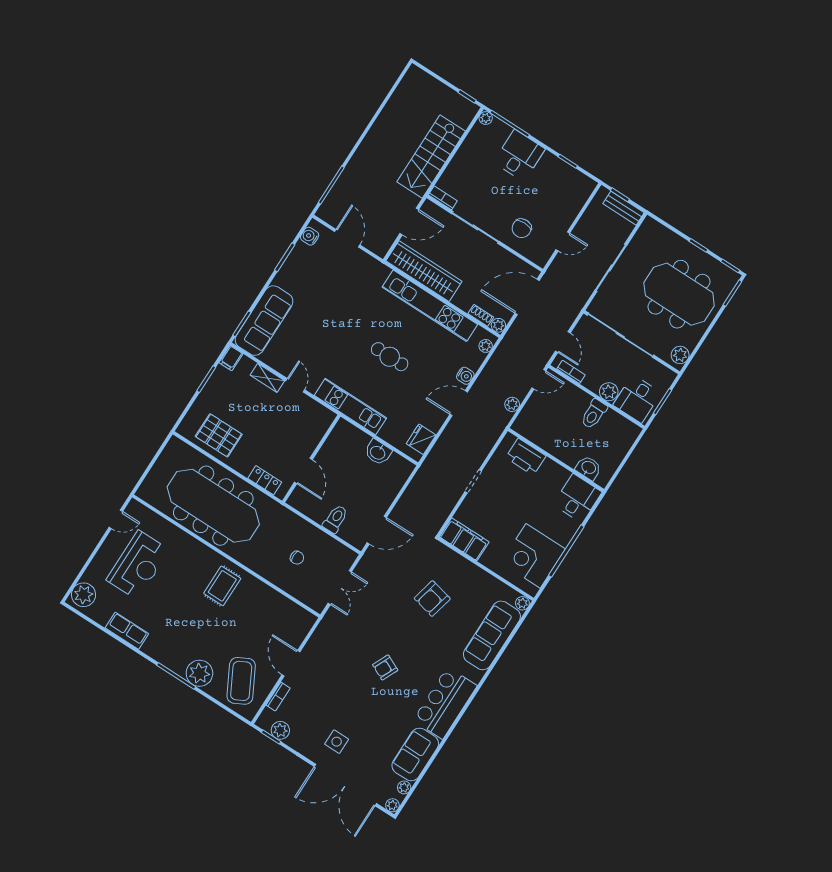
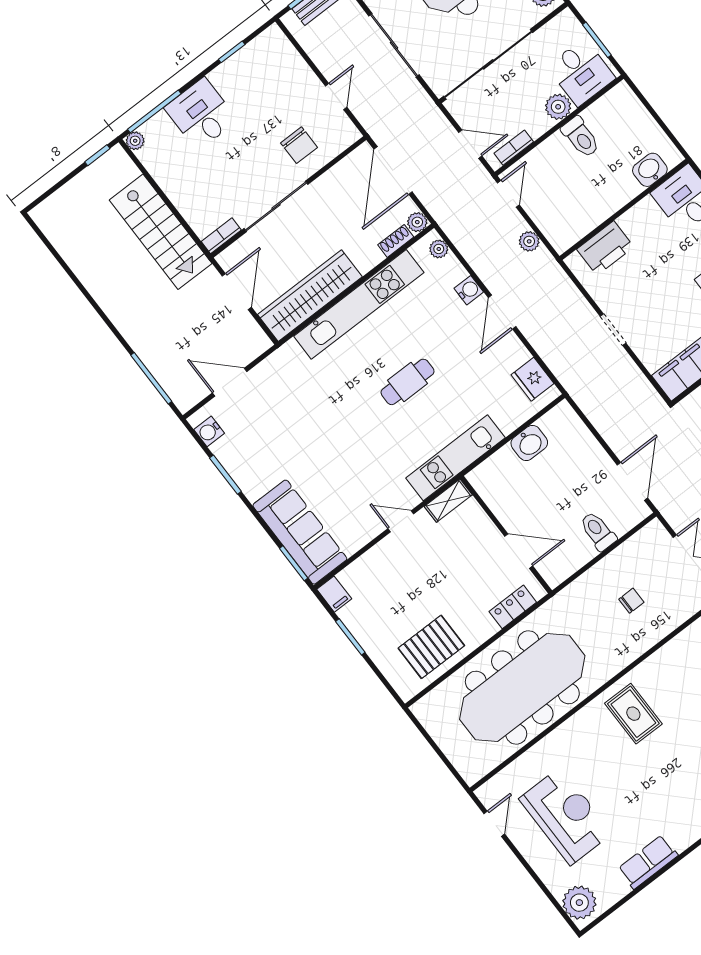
shelving: (267, 378) -> (448, 501), moved

